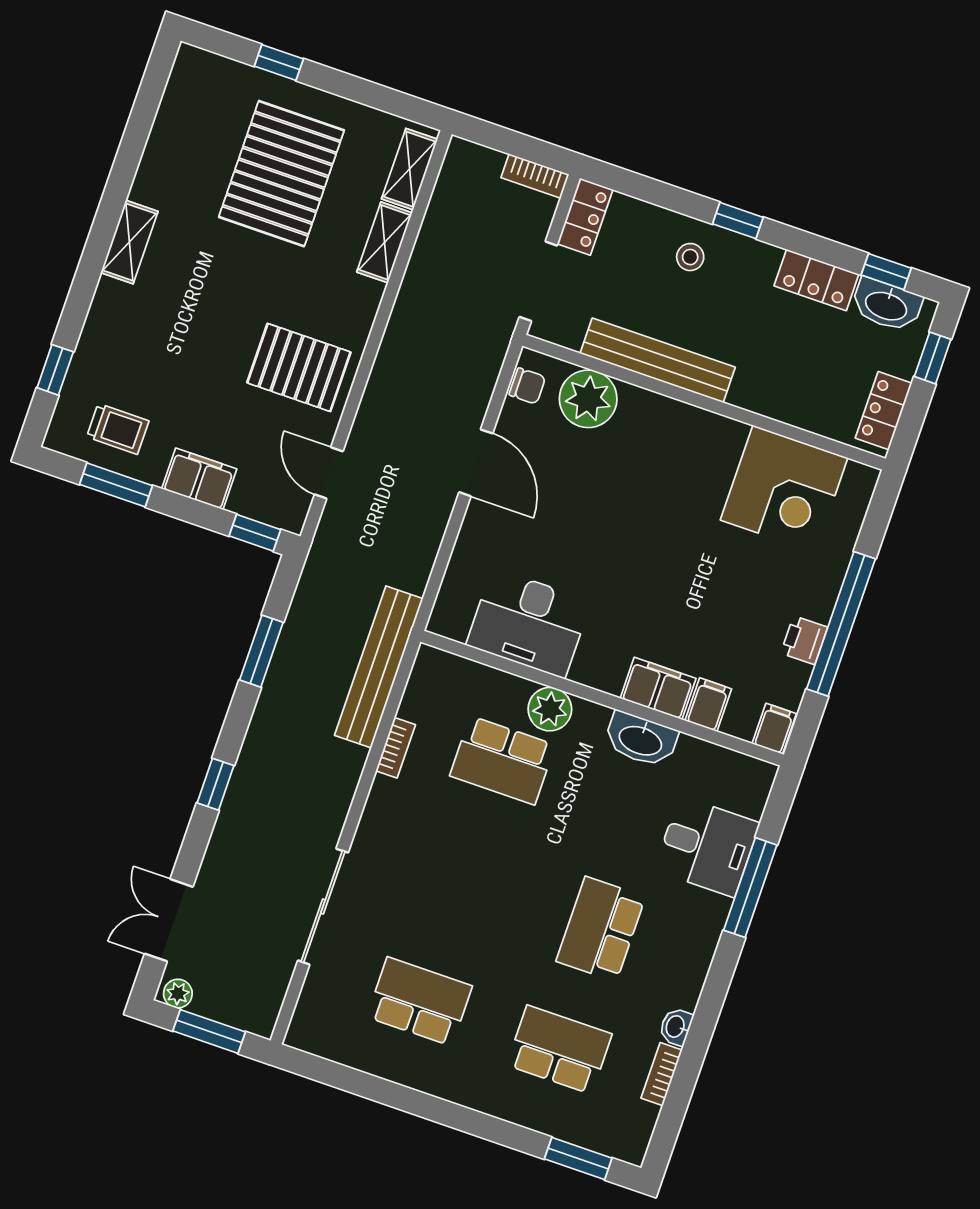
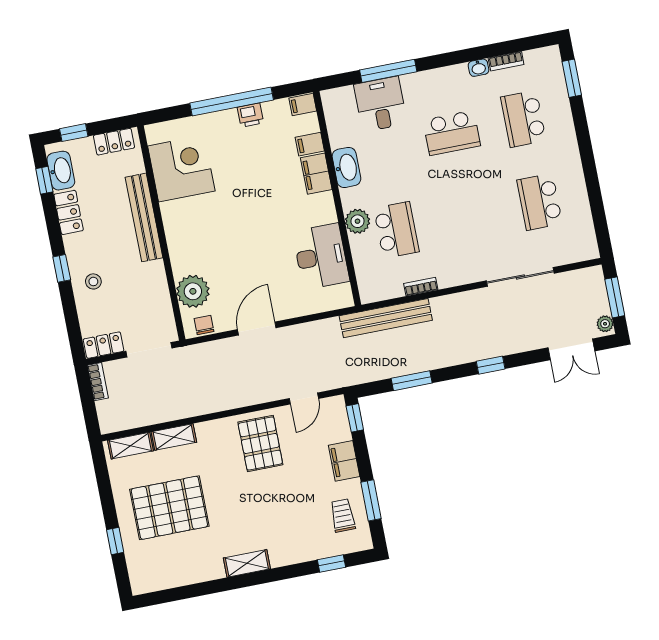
bench: (658, 360) -> (144, 217), moved

